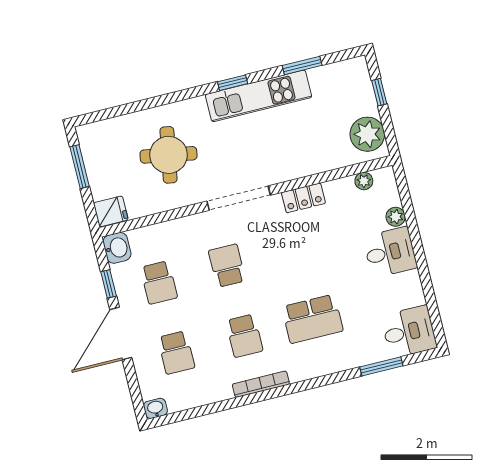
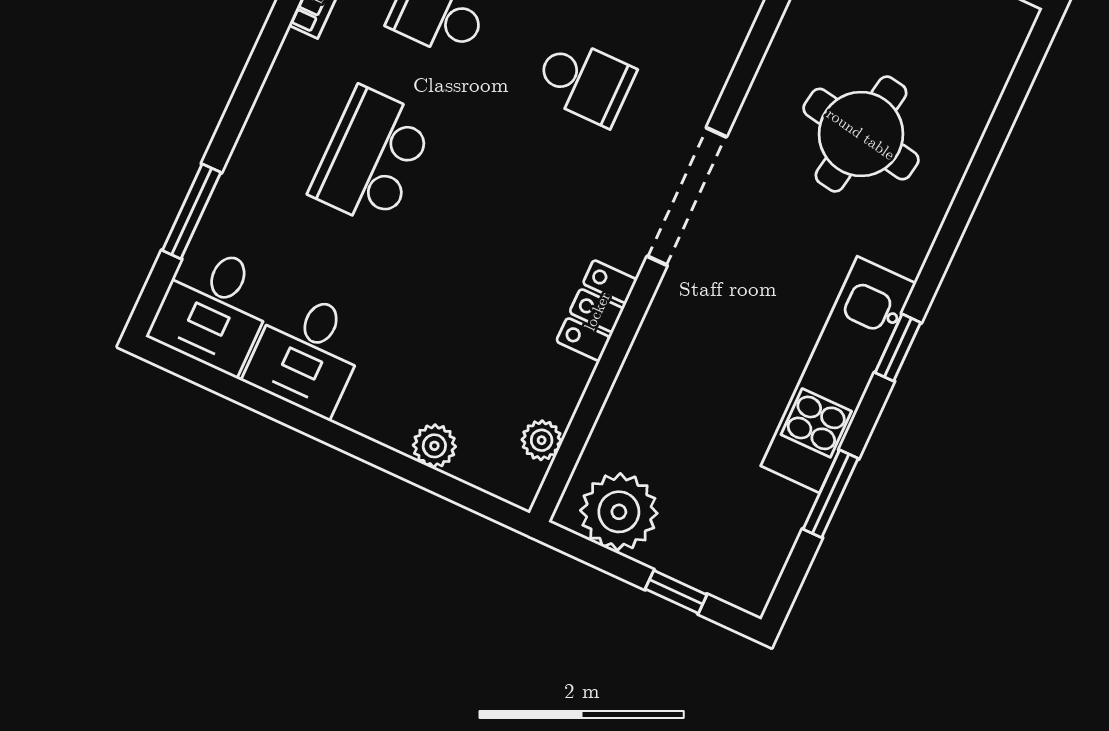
desk: (390, 252) -> (307, 353), moved

